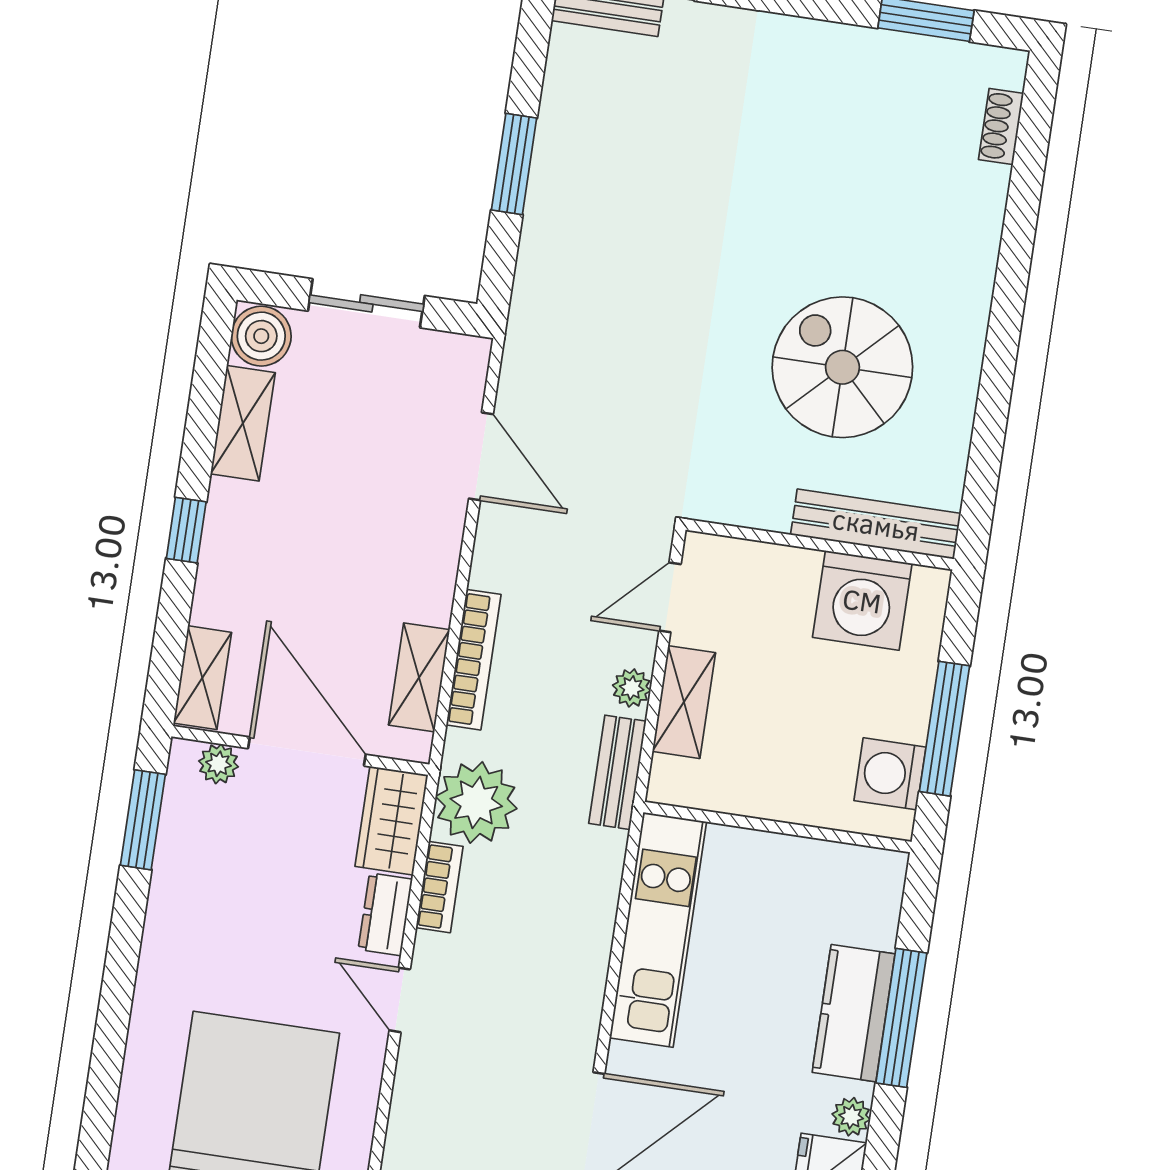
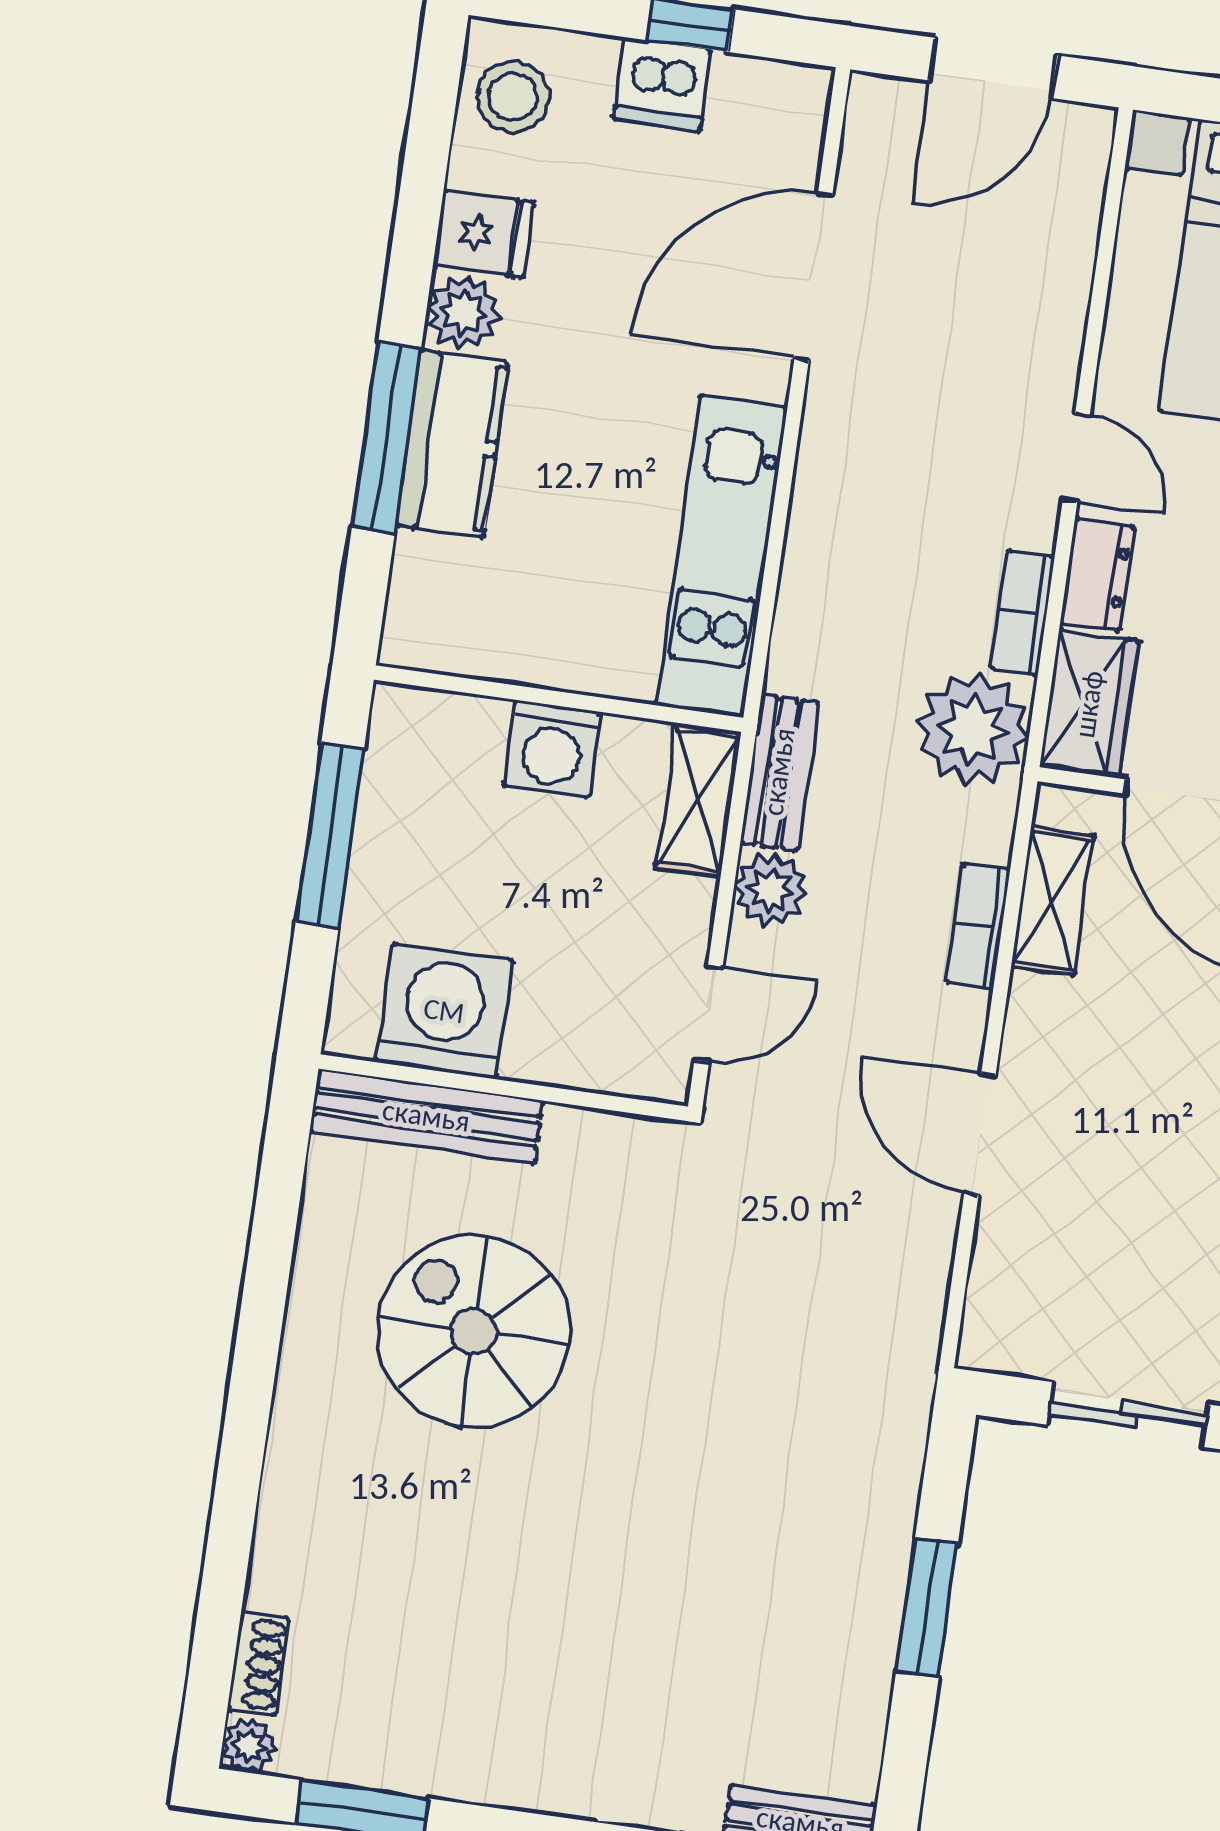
plant: (1008, 67) -> (249, 1746), added
spiral stairs: (842, 367) -> (474, 1331), turned 180
door: (481, 456) -> (980, 1134), moved
bookcase: (474, 660) -> (978, 926), width x0.64
plant: (632, 688) -> (770, 890), width x1.38, depth x1.38
shelving: (684, 702) -> (698, 800), moved
washing machine: (890, 774) -> (552, 749), moved, turned 90
plant: (851, 1117) -> (463, 312), width x1.38, depth x1.38

